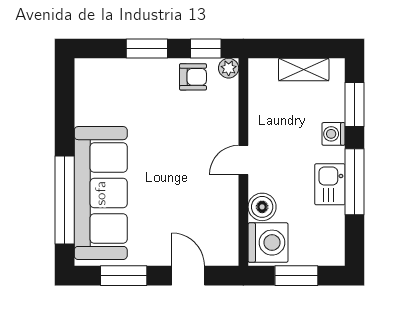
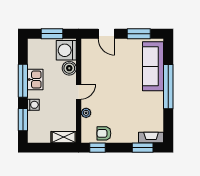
window: (147, 49) -> (143, 148), moved
plant: (229, 68) -> (86, 113), moved
fireplace: (99, 69) -> (151, 137), added
shelving: (304, 69) -> (64, 137), moved
sofa: (101, 193) -> (153, 66), width x0.74, depth x0.79
window: (65, 200) -> (168, 87), moved

